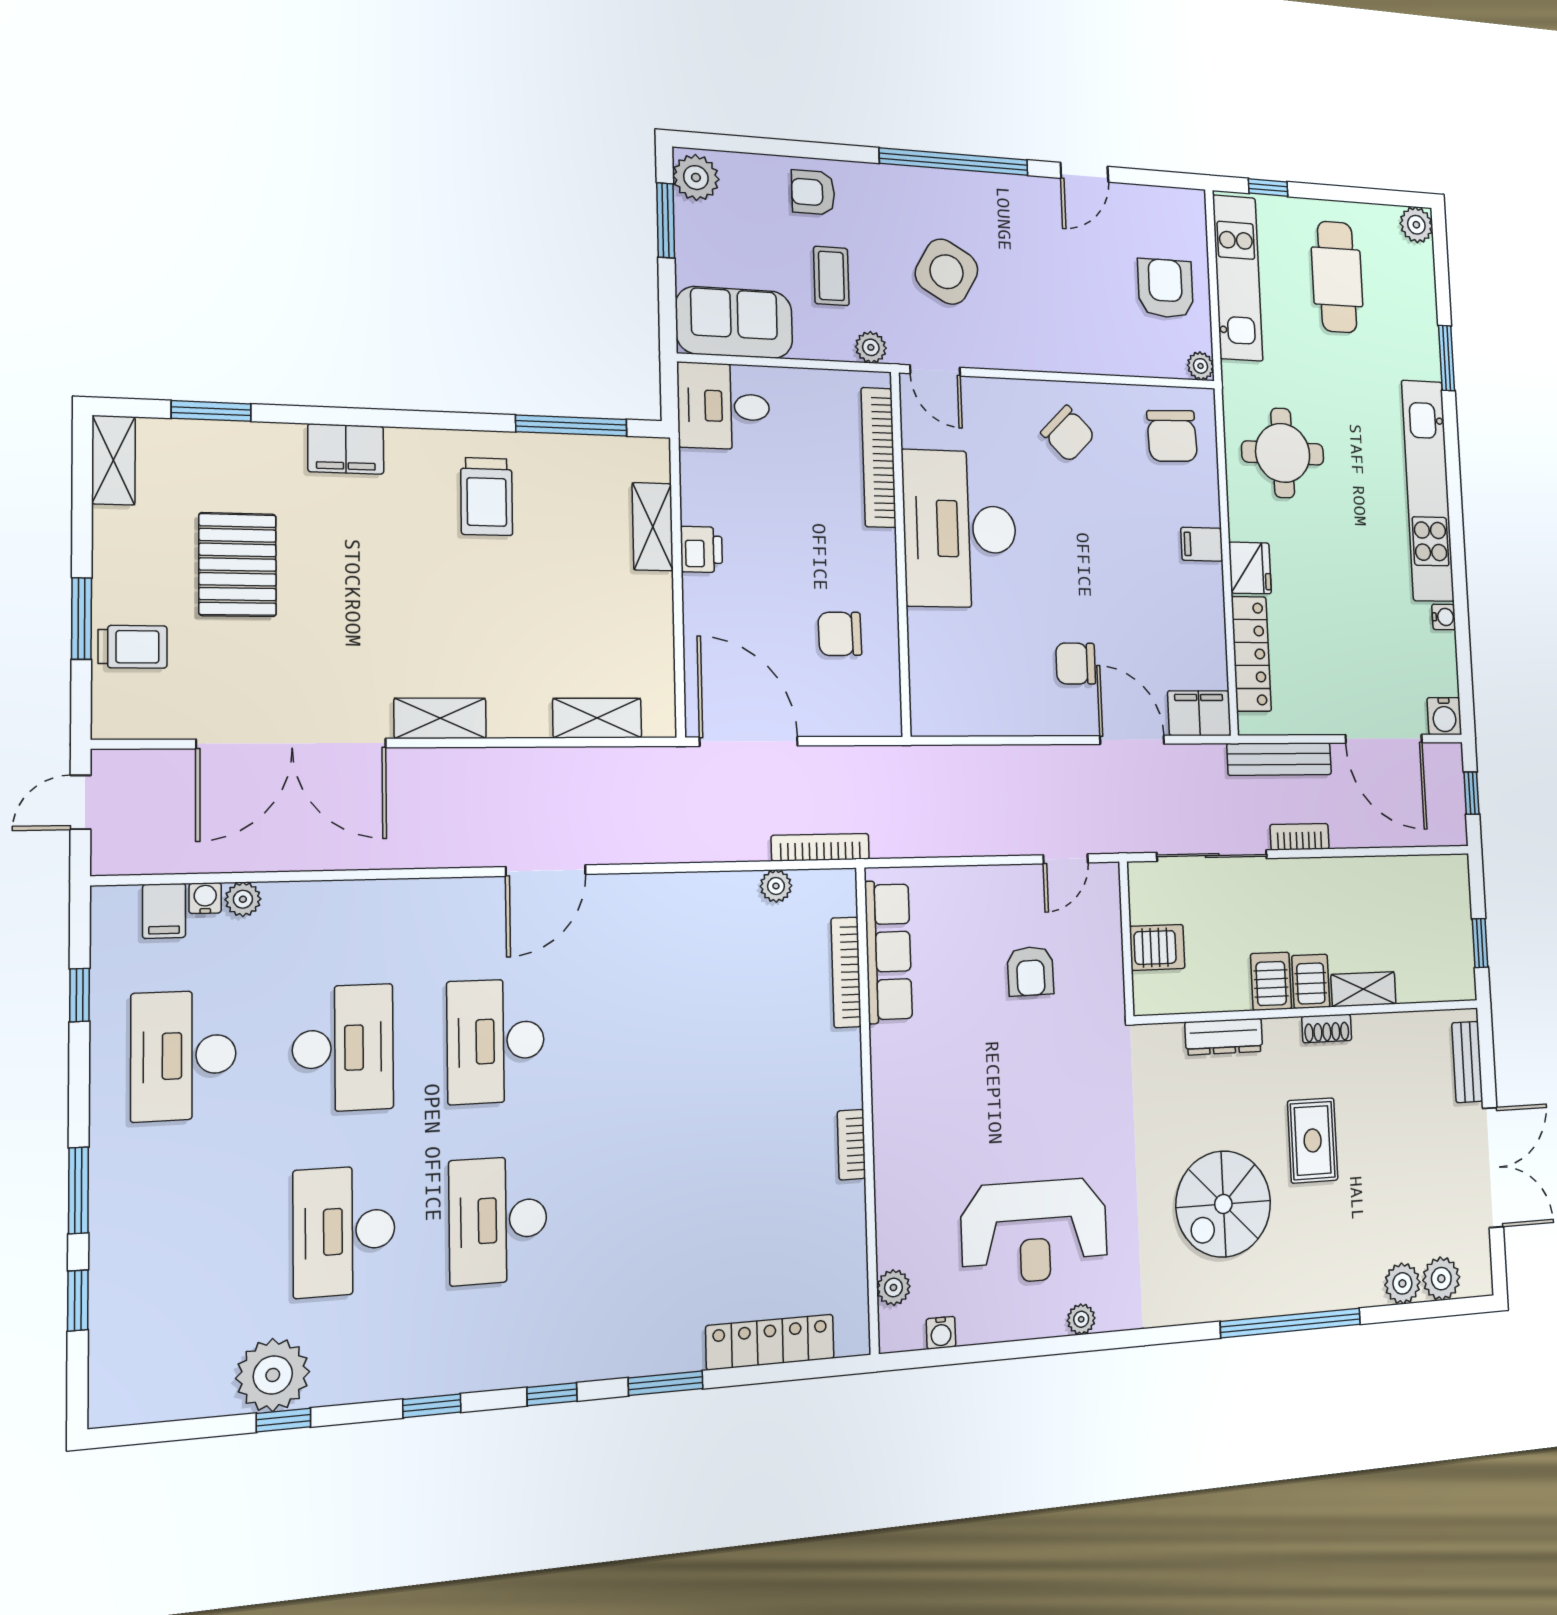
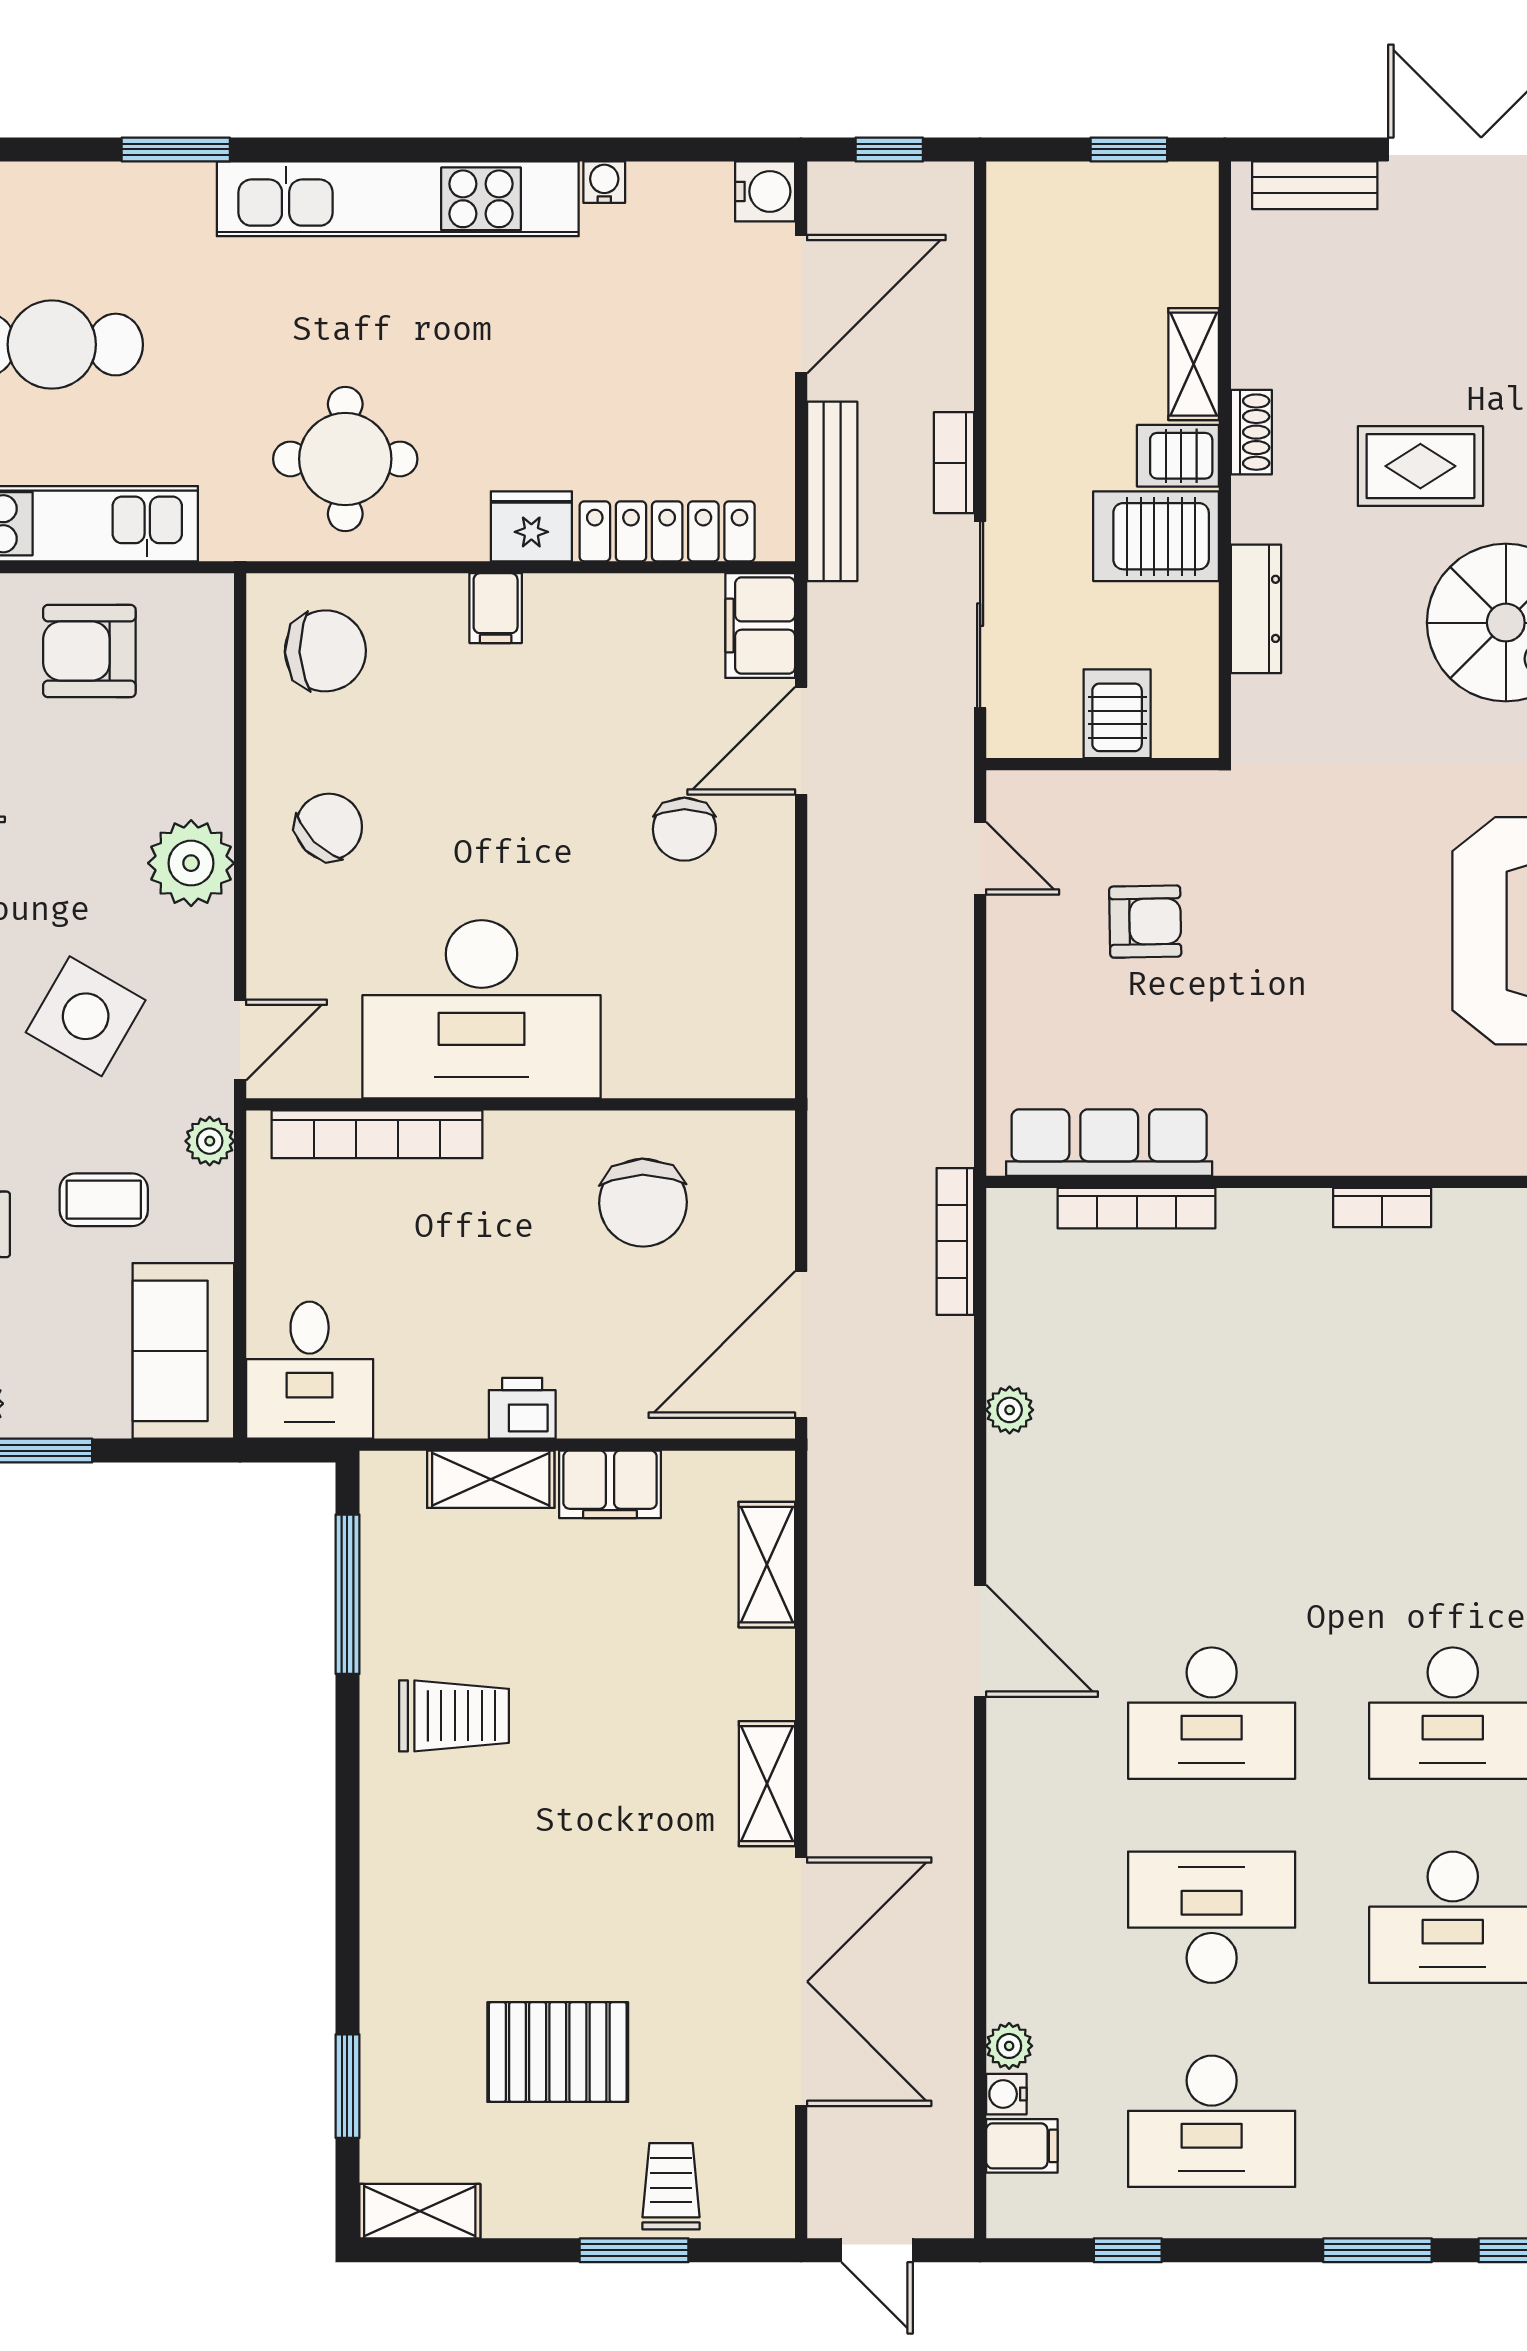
plant: (1201, 366) -> (191, 863), moved, width x1.88, depth x1.88
filing cabinet: (346, 449) -> (610, 1484), moved, turned 90
chair: (840, 634) -> (643, 1203), width x1.37, depth x1.37
plant: (776, 886) -> (1010, 1410), moved
server rack: (1271, 981) -> (1156, 536), width x1.36, depth x1.44

